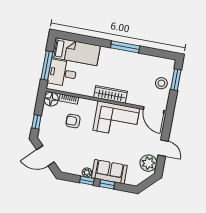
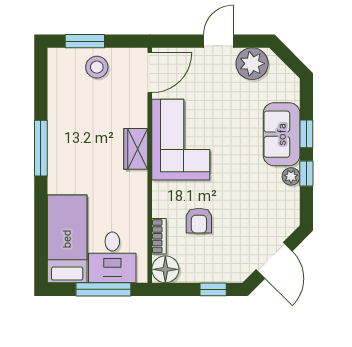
wardrobe: (110, 94) -> (136, 149), width x0.67

